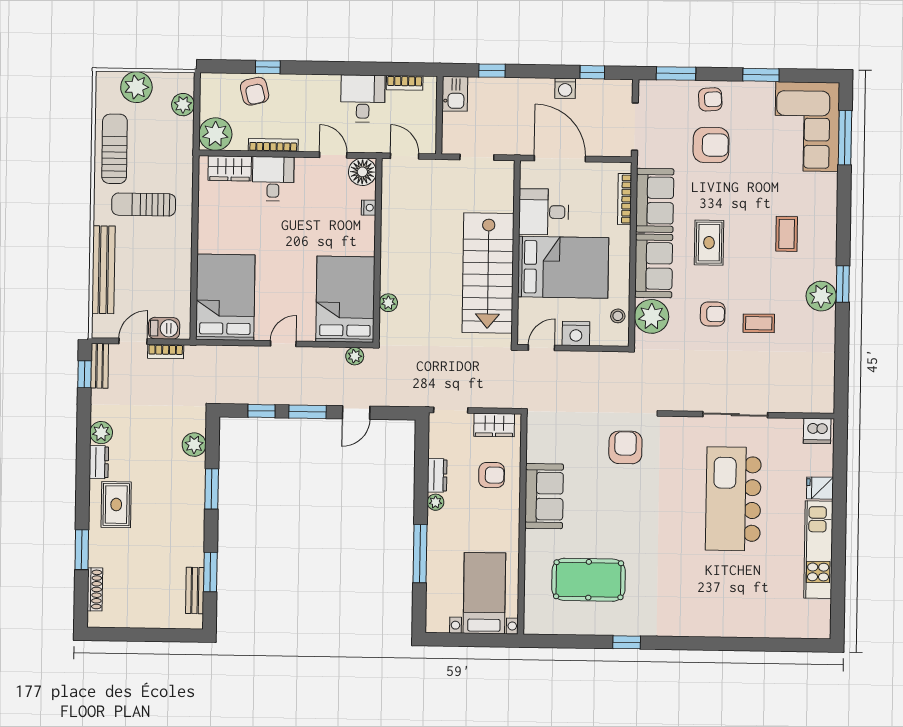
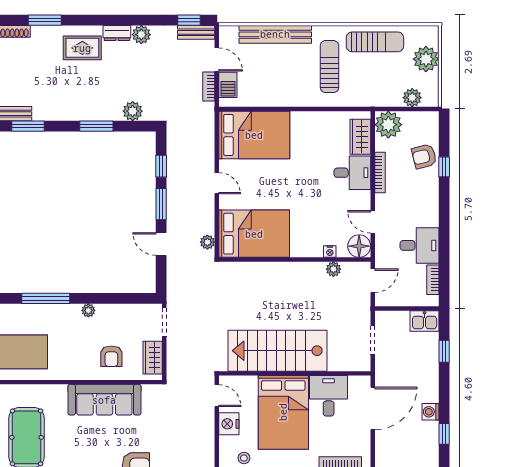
door: (333, 155) -> (373, 222), swing flipped
plant: (388, 303) -> (333, 269), moved
dresser: (437, 475) -> (110, 312), removed
sofa: (544, 496) -> (104, 400), width x1.36

